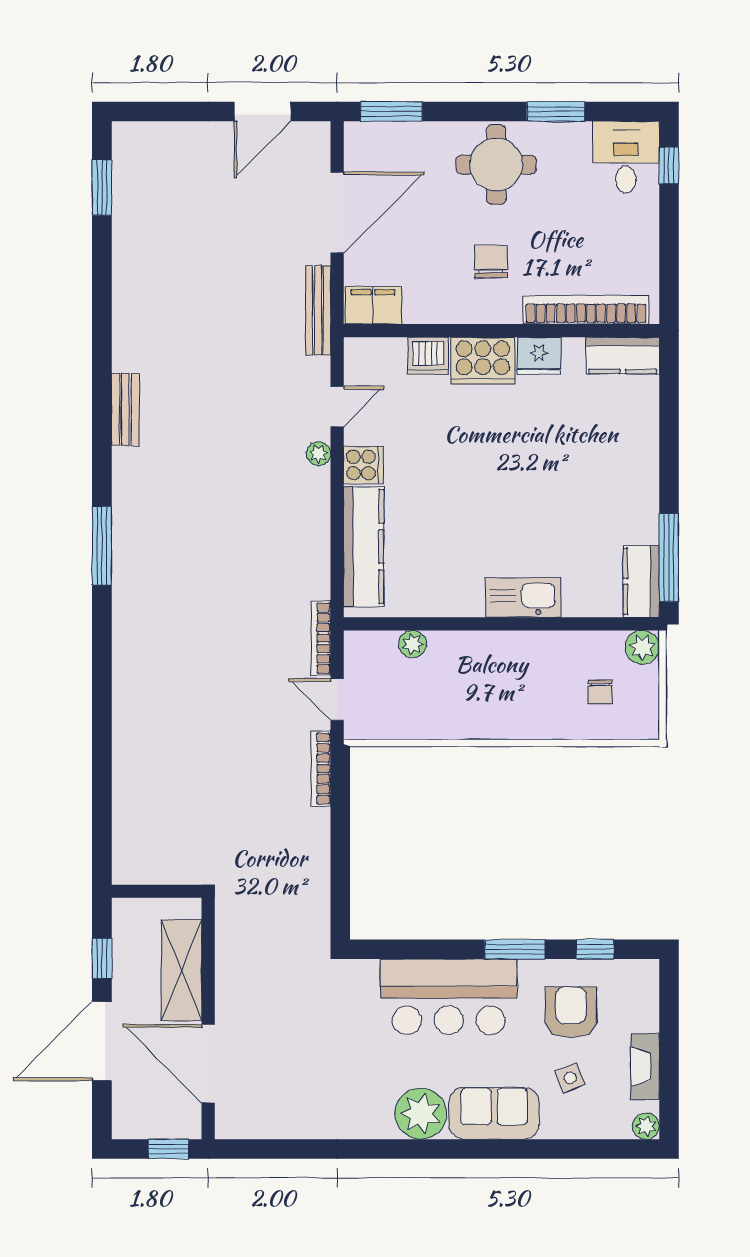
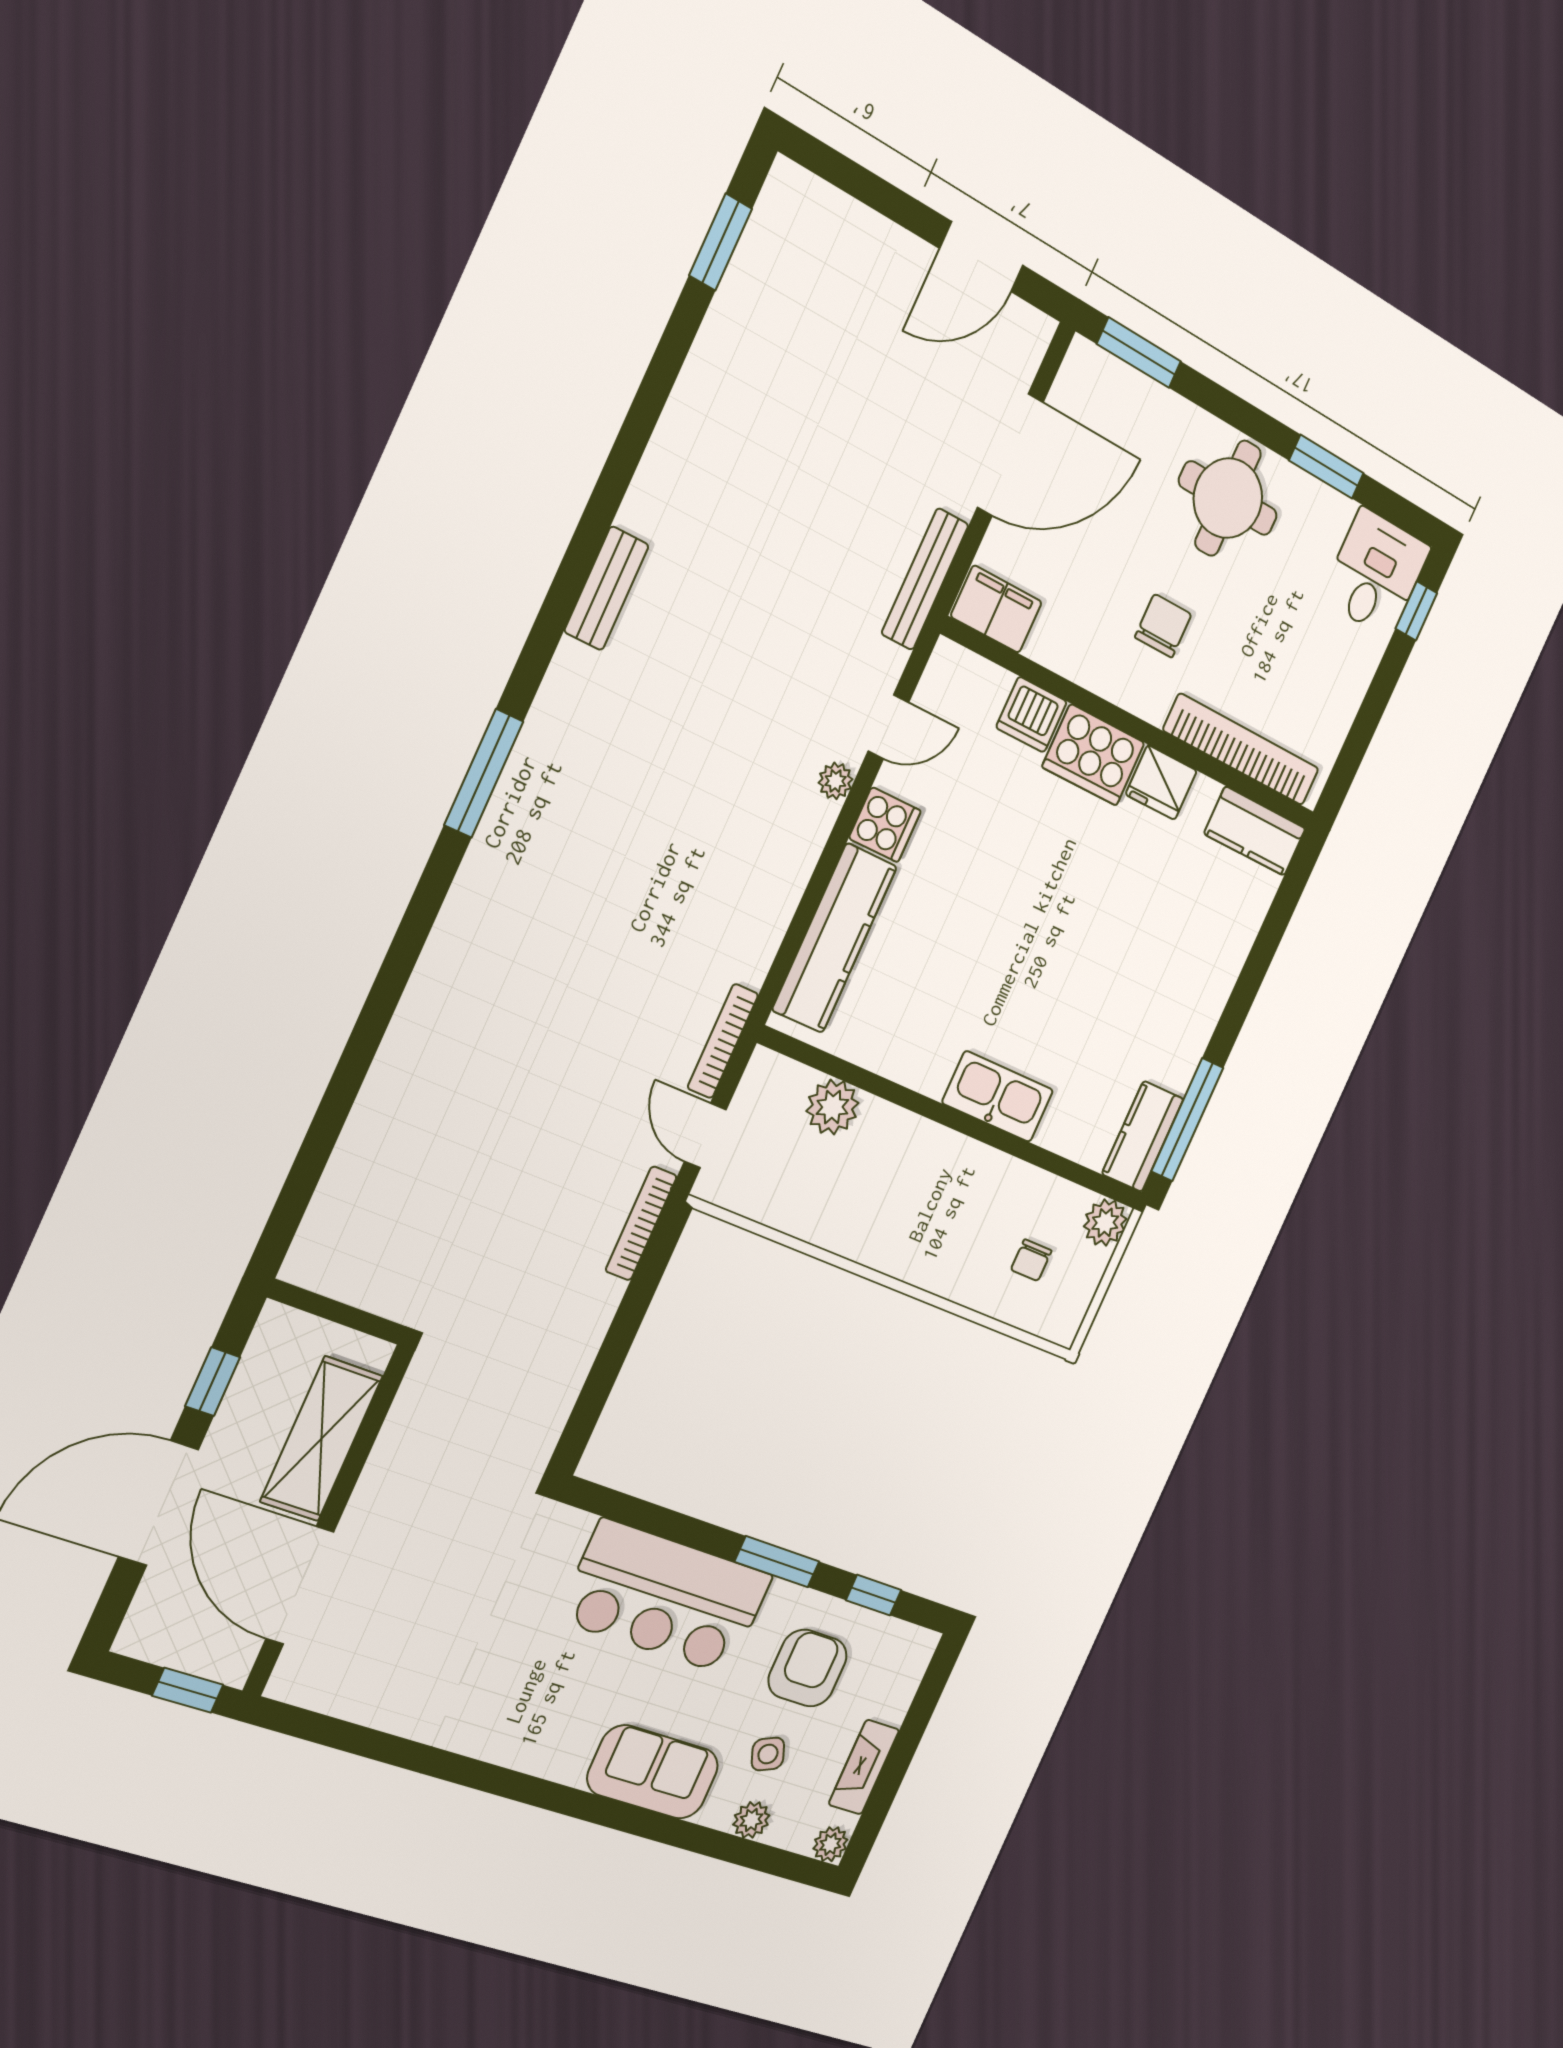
plant: (413, 644) -> (832, 1107), width x1.38, depth x1.38
plant: (421, 1114) -> (751, 1820), moved, width x0.53, depth x0.53

